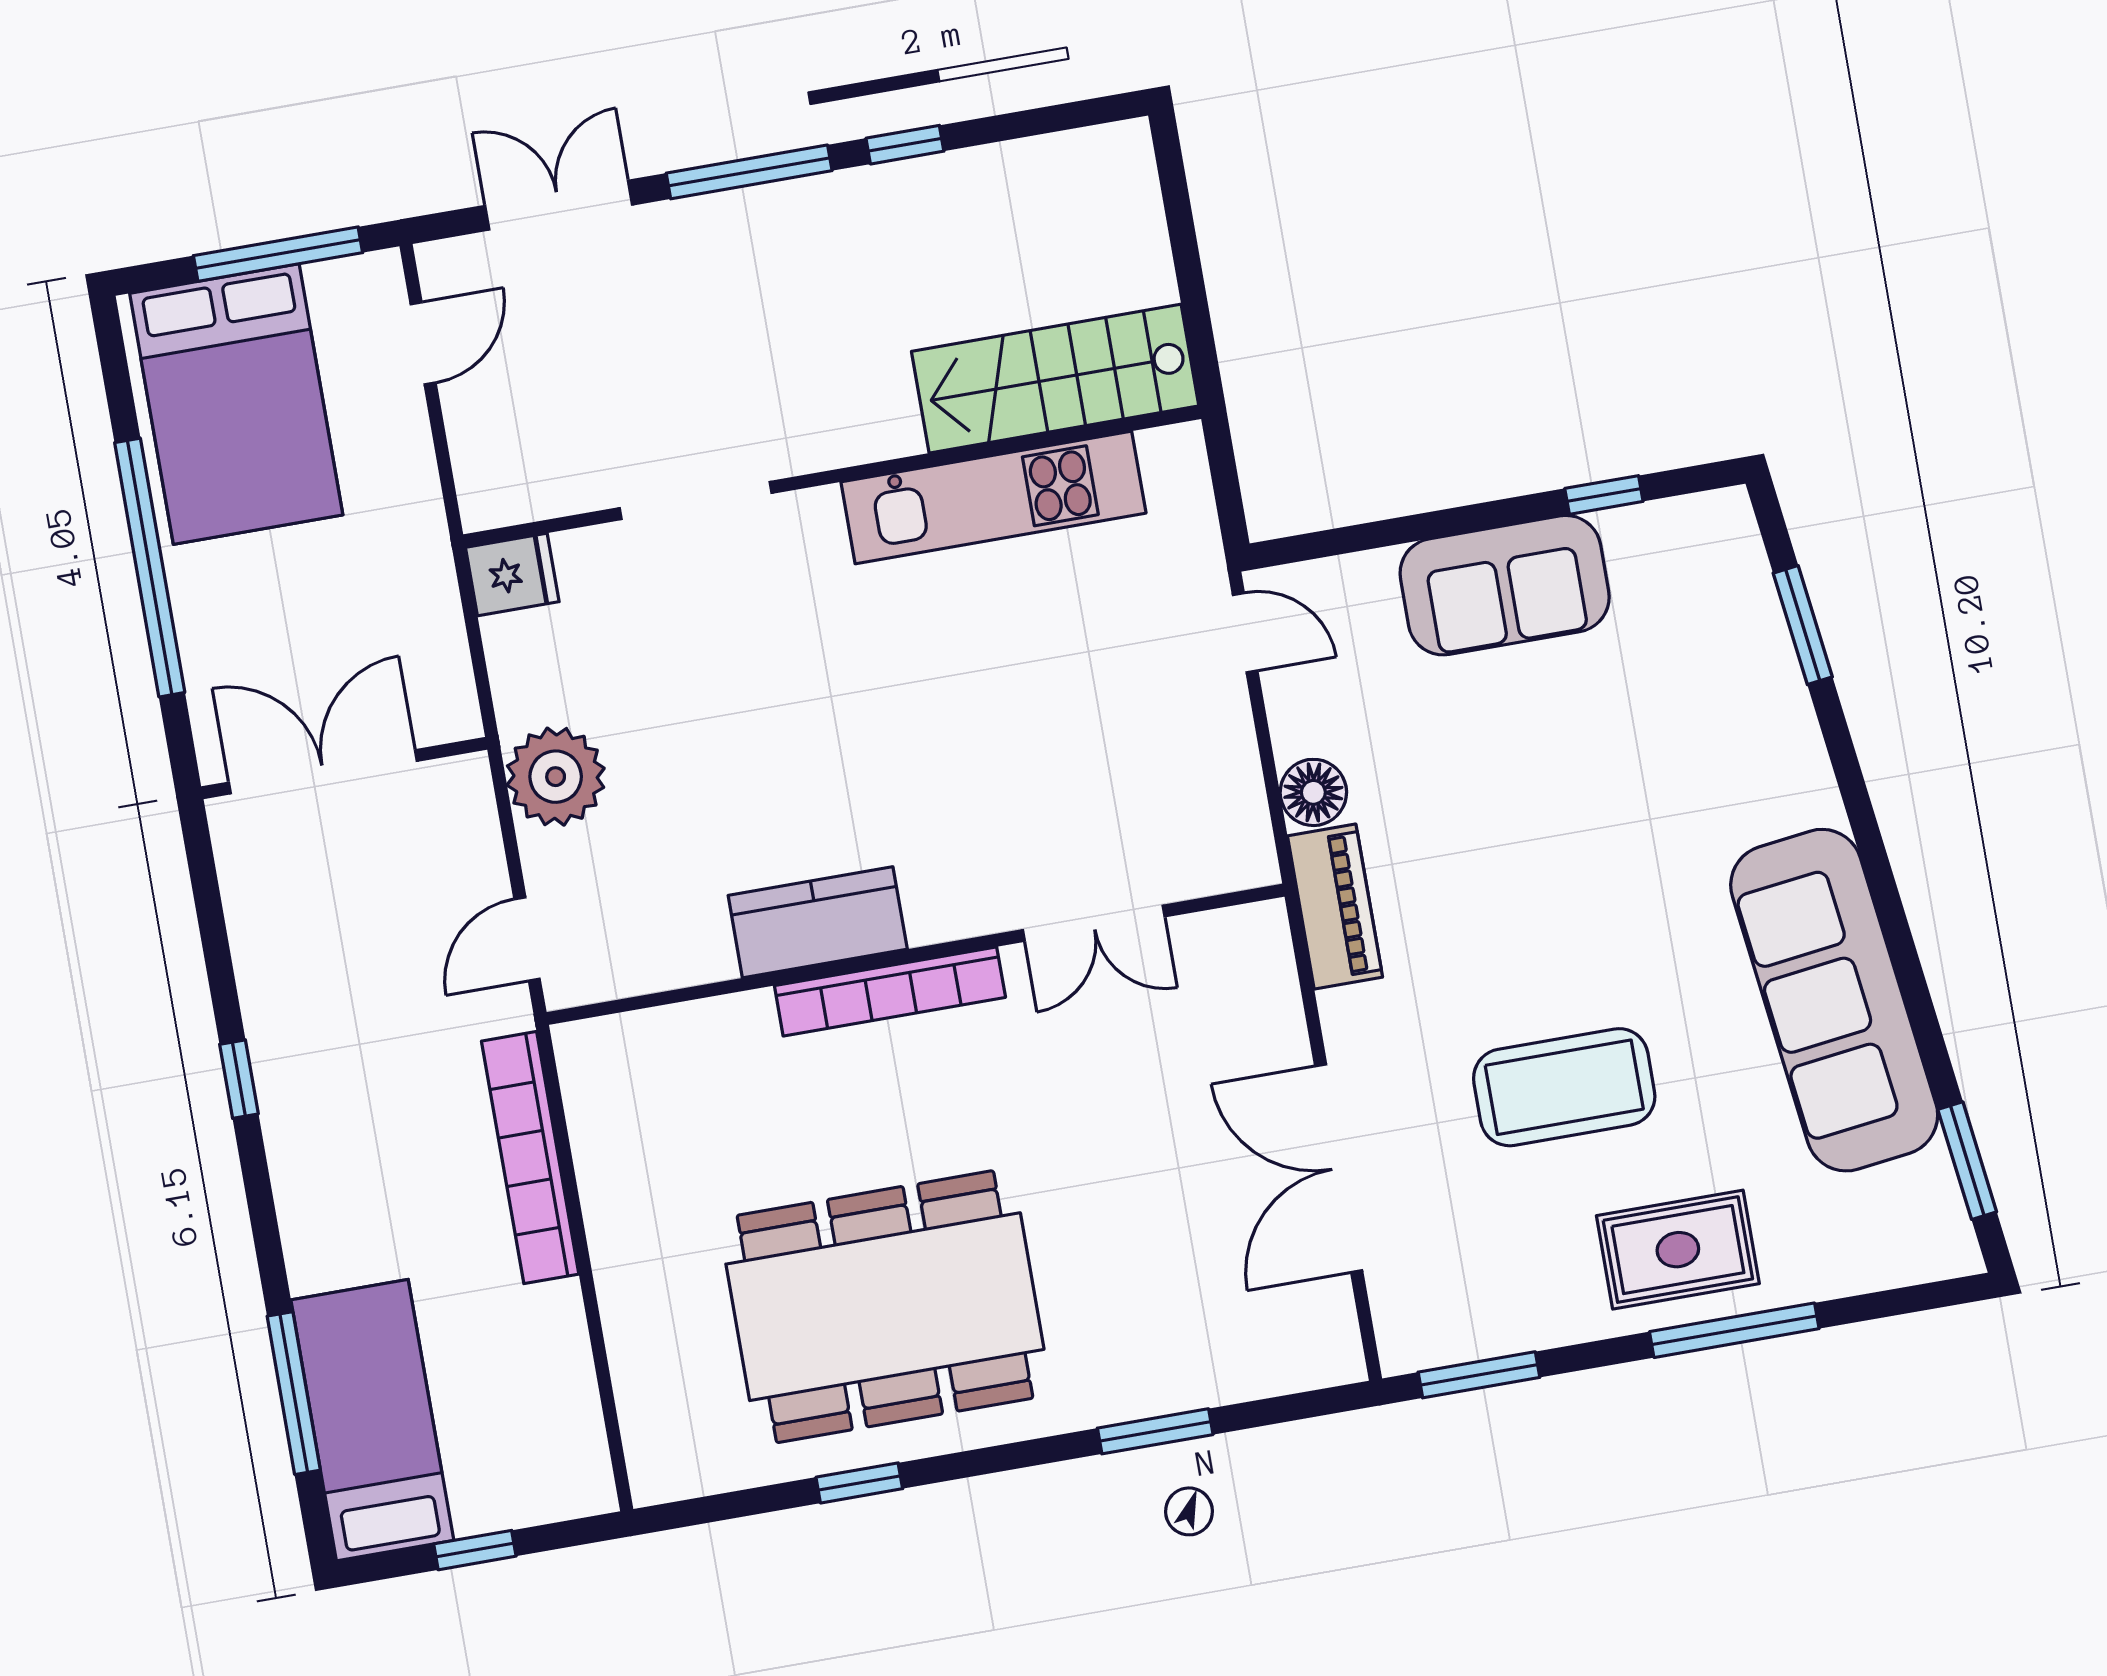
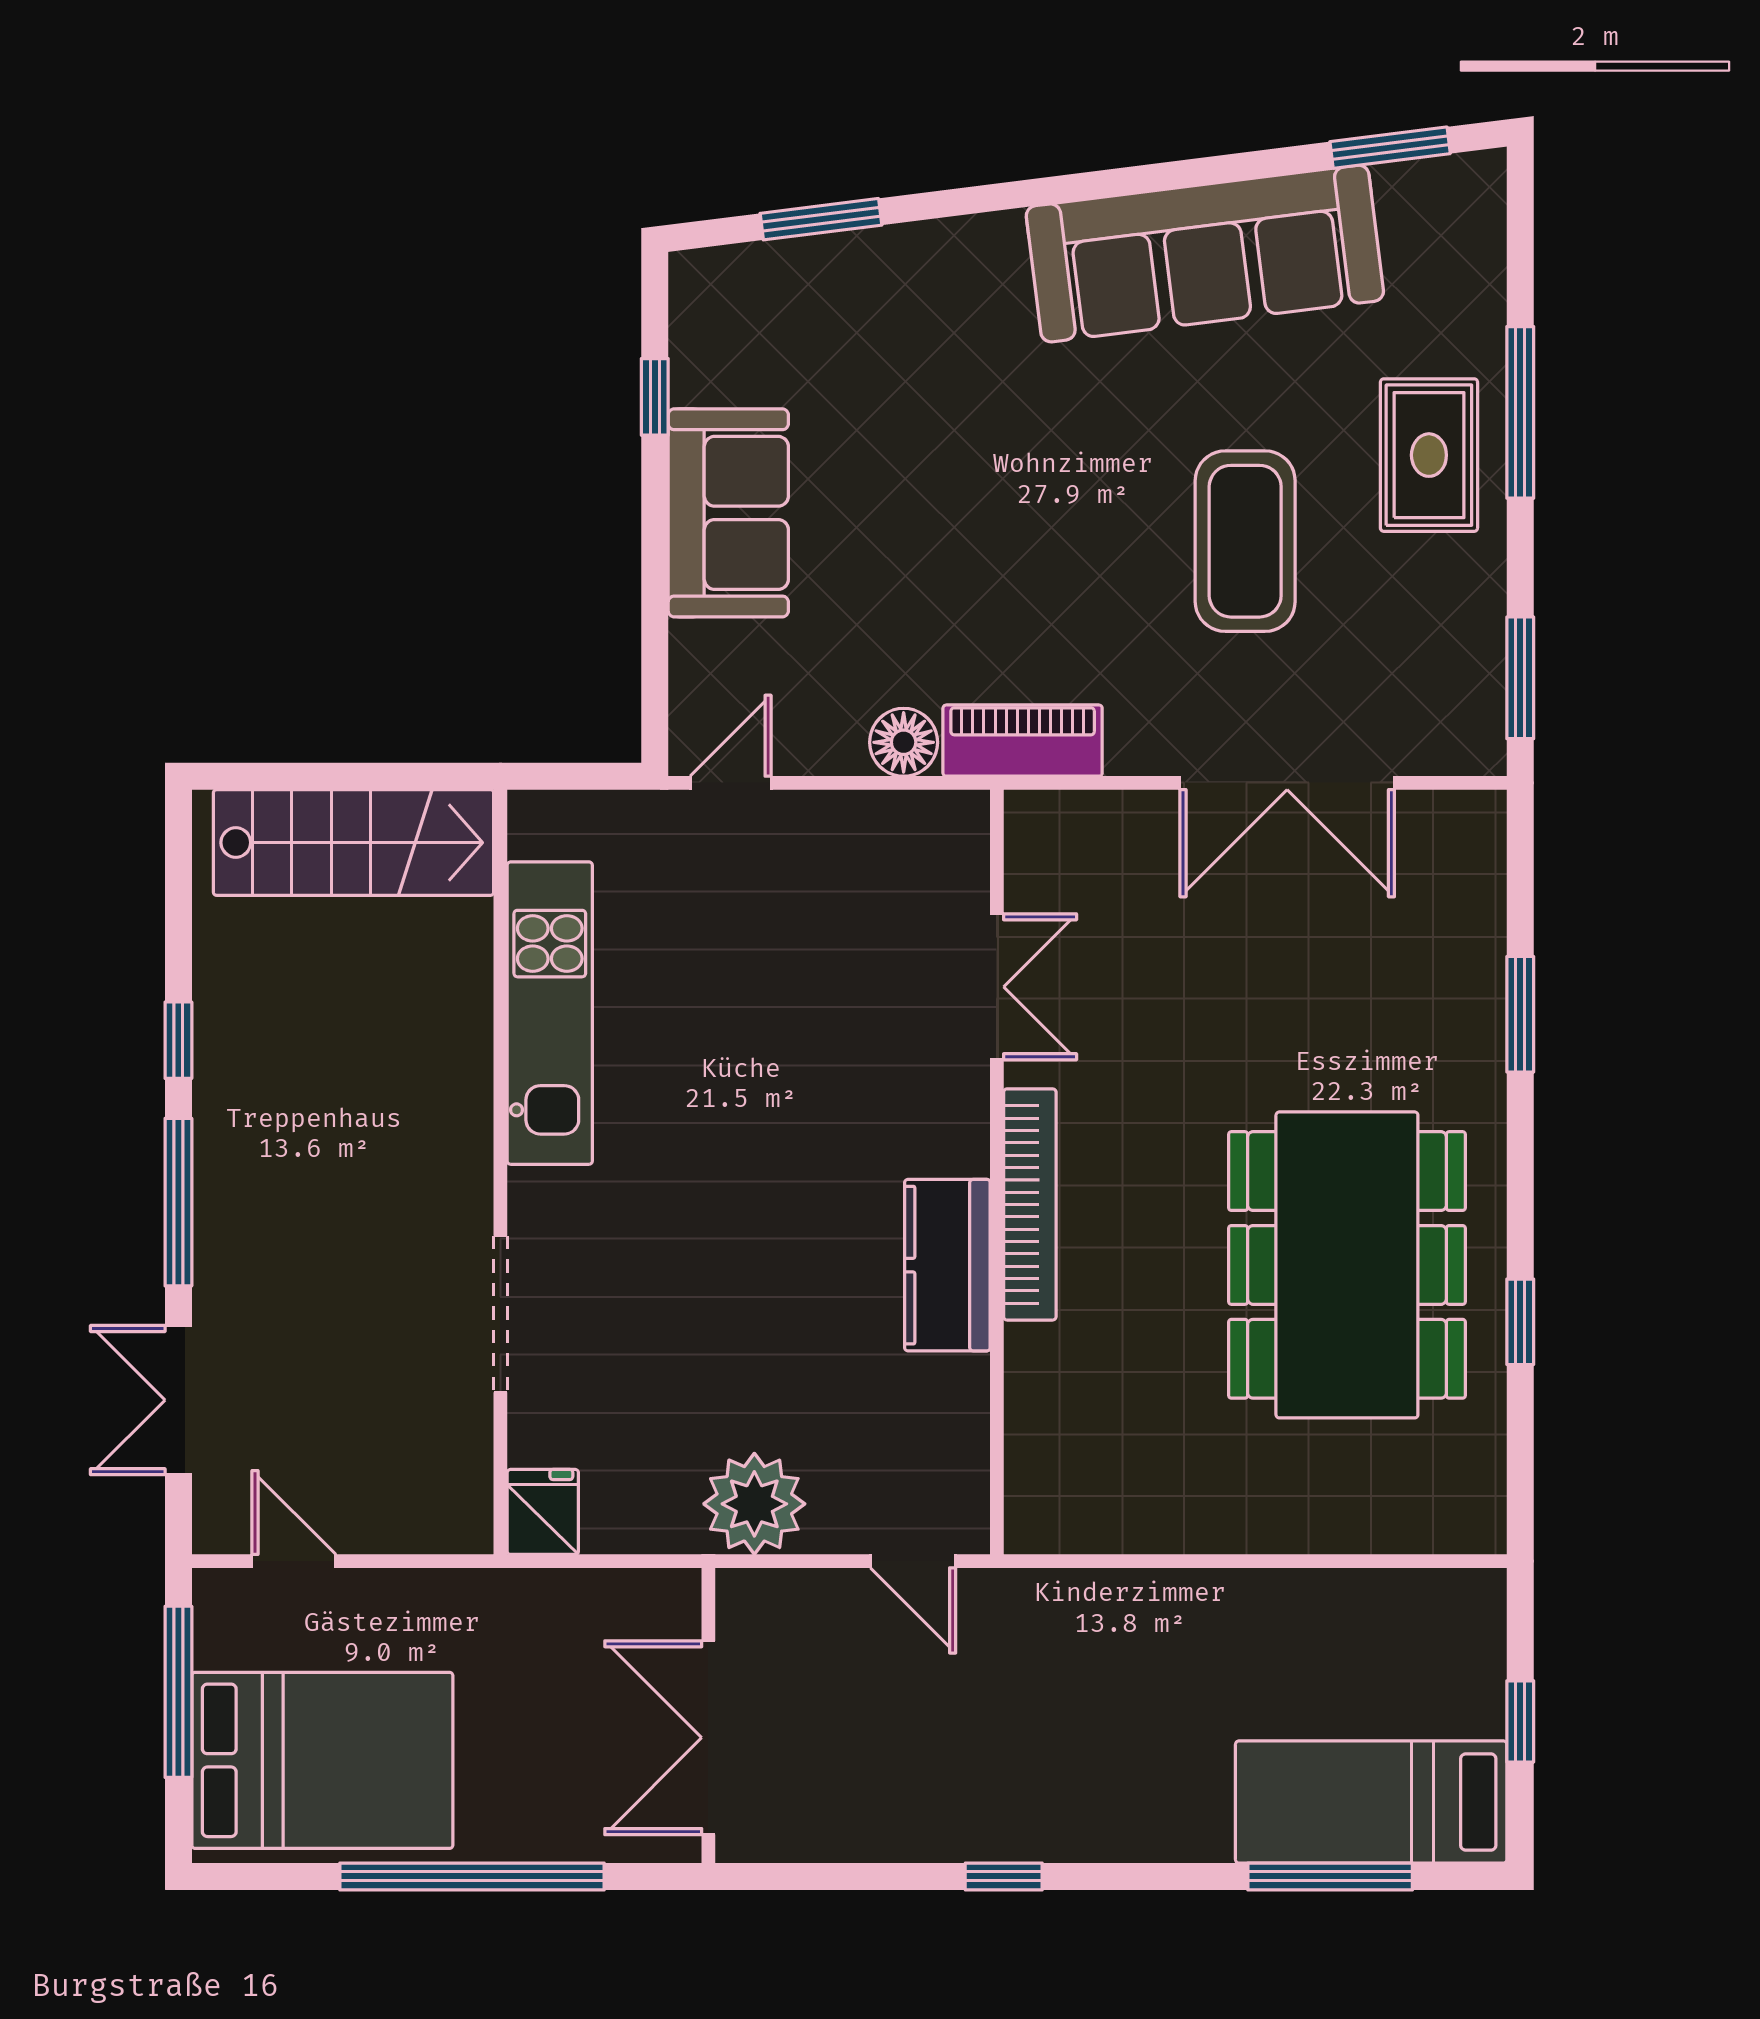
stairs: (1055, 379) -> (354, 843), moved, turned -90
bookcase: (530, 1158) -> (1134, 1596), removed

